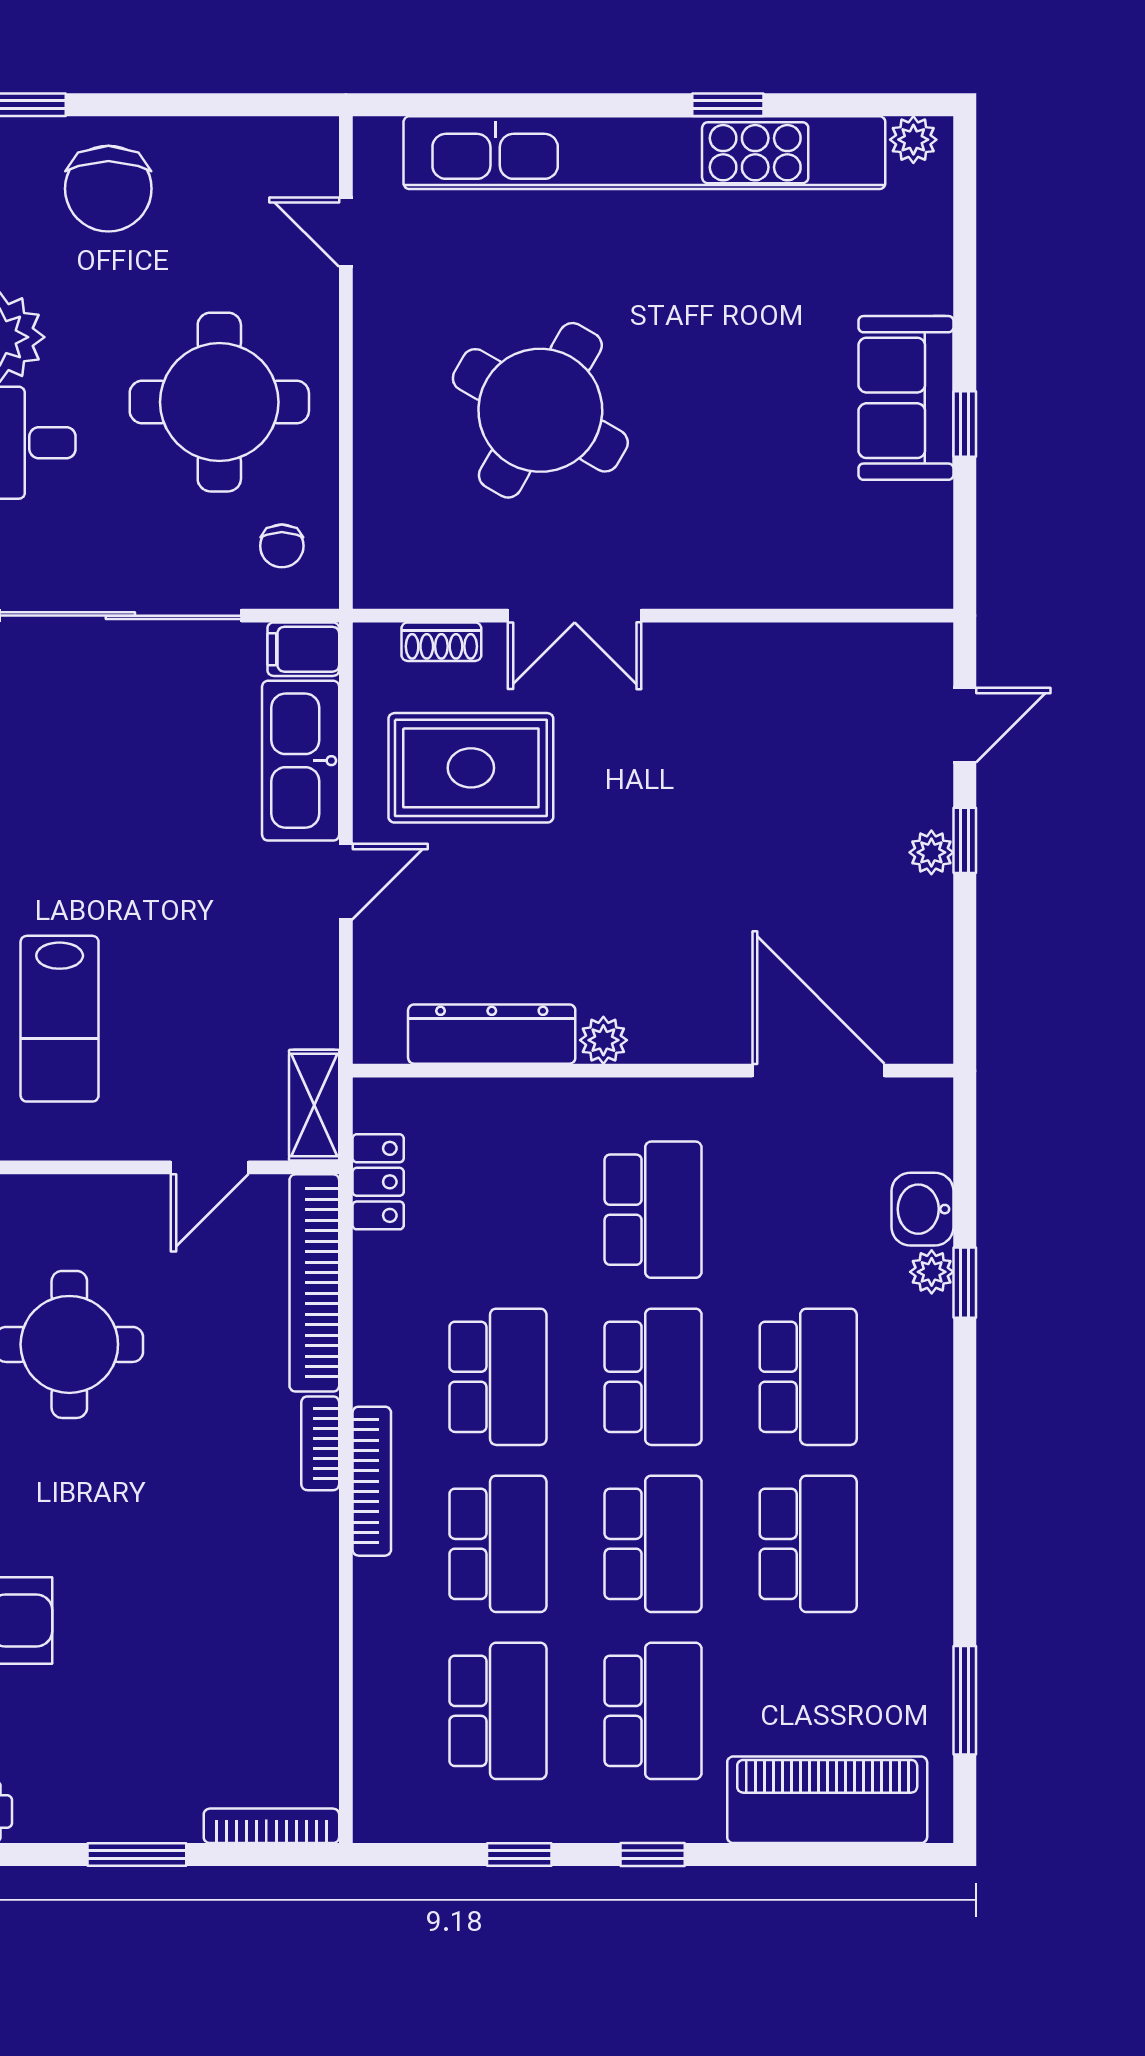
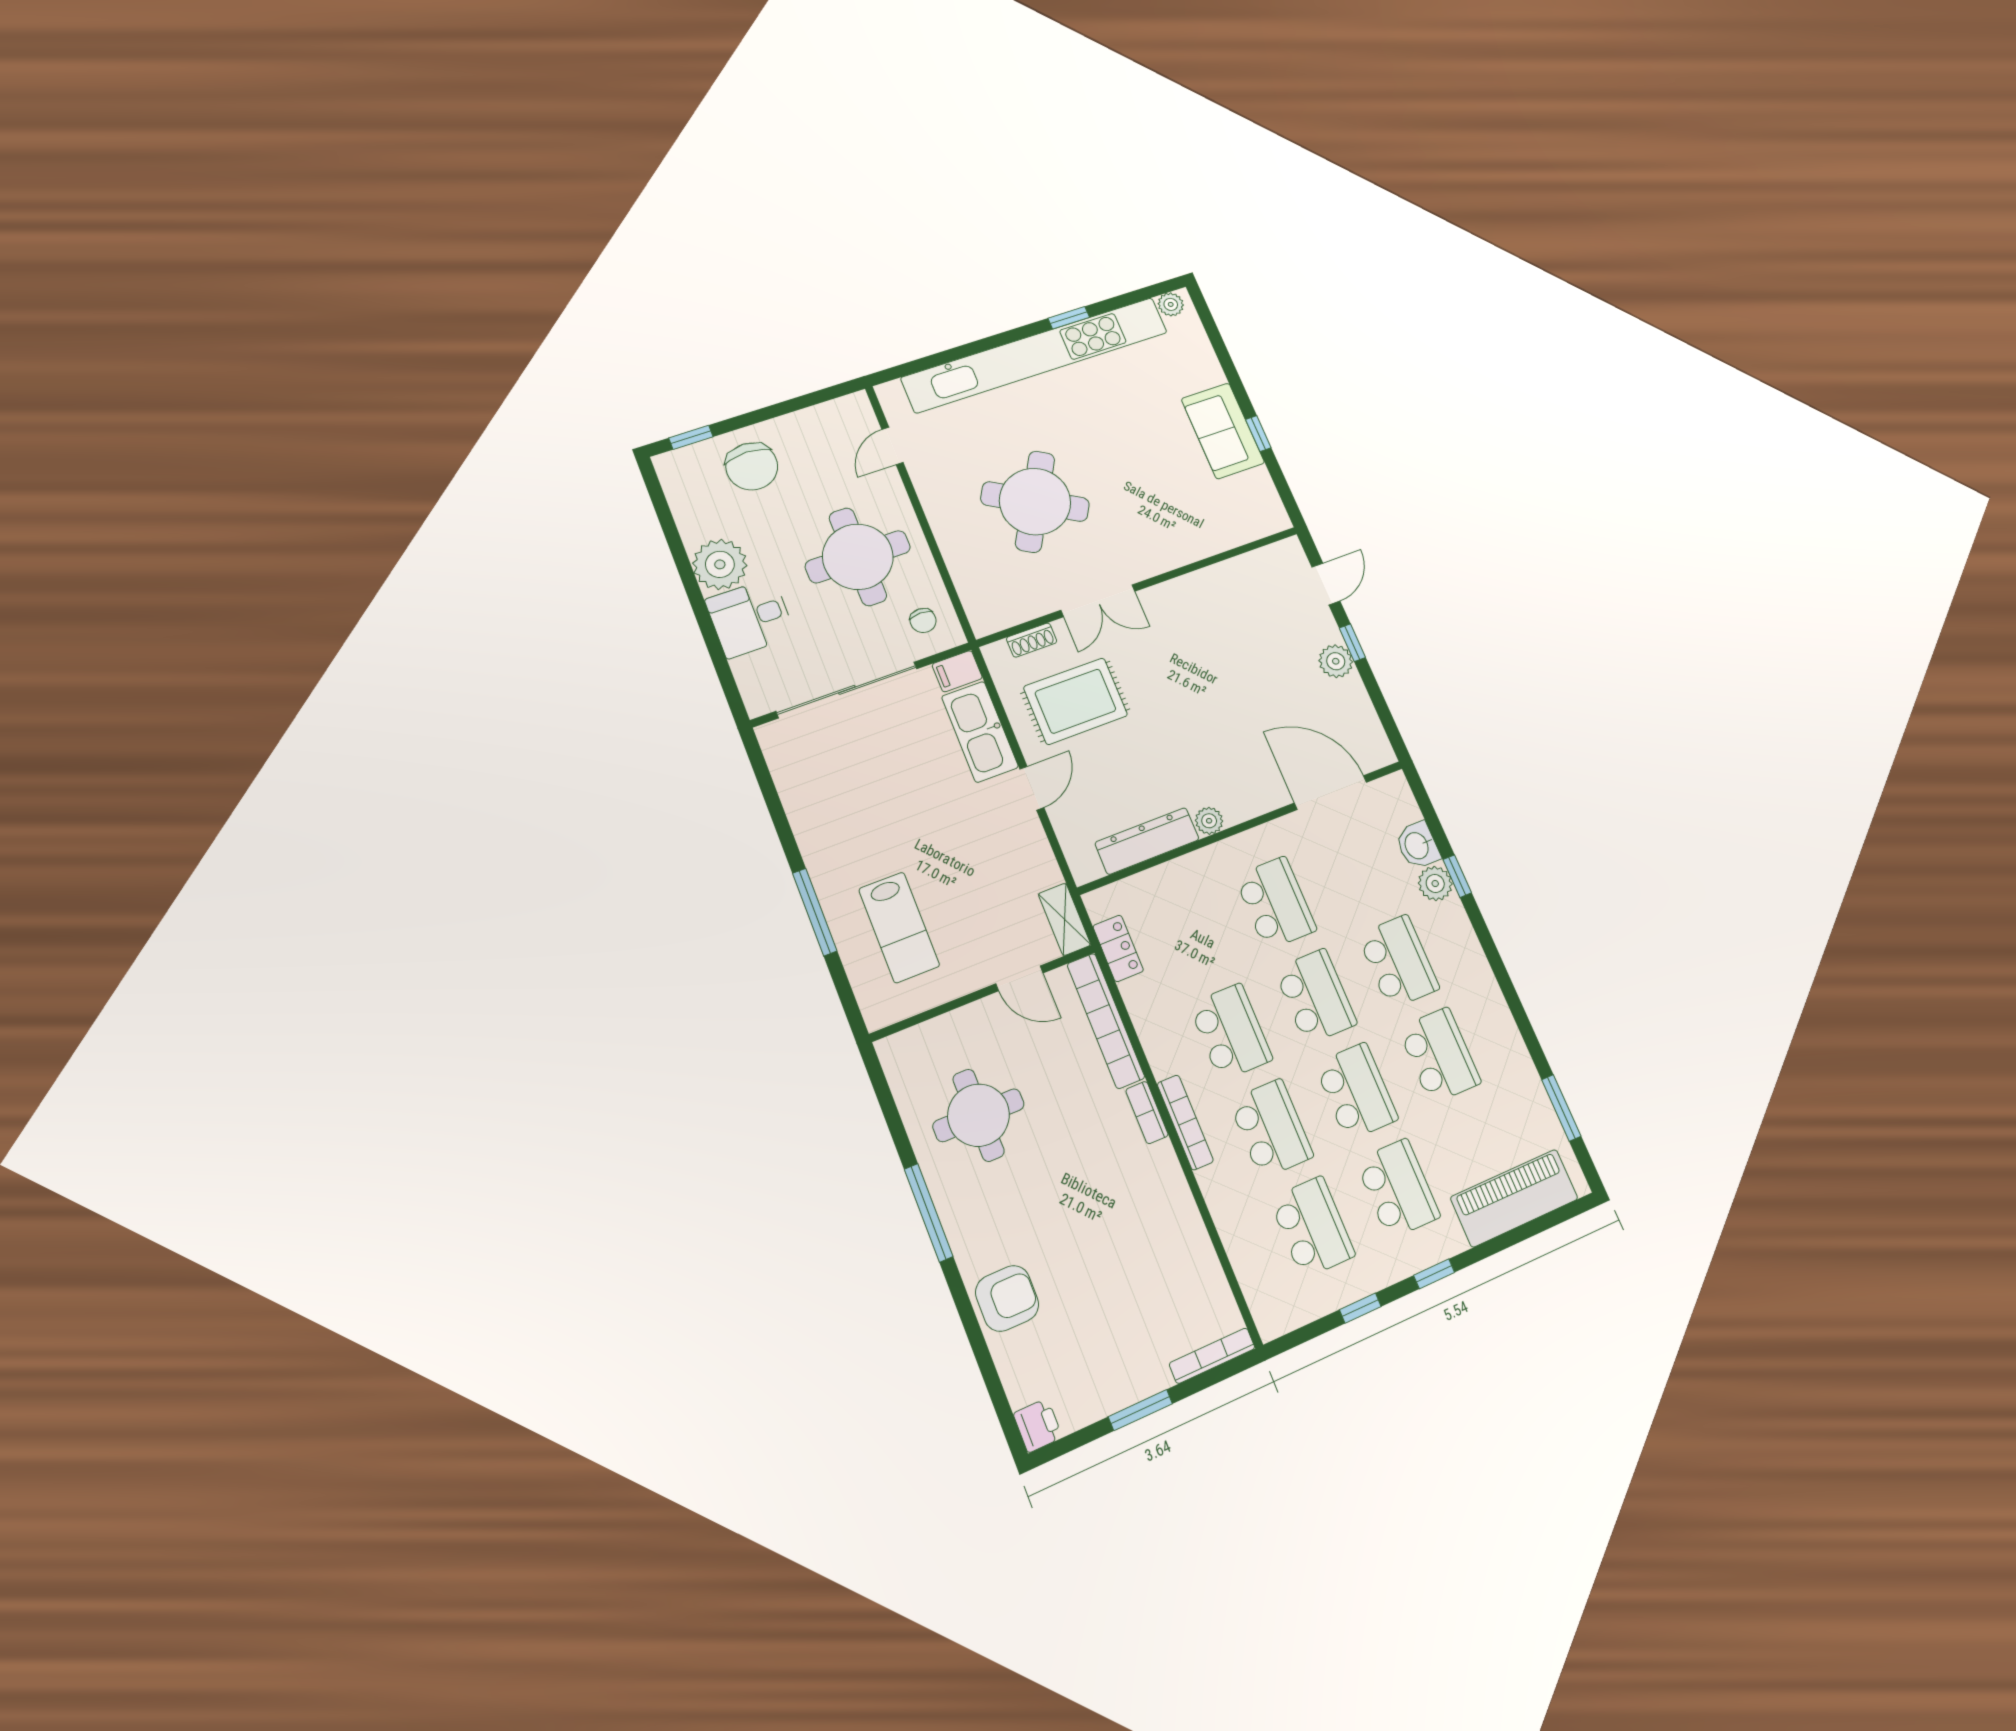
door: (346, 232) -> (892, 446), hinge flipped
plant: (931, 852) -> (1336, 661), width x1.38, depth x1.38
door: (210, 1167) -> (1019, 978), hinge flipped
plant: (932, 1272) -> (1435, 883), width x1.38, depth x1.38

